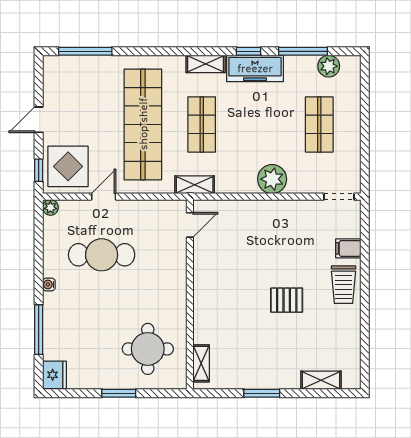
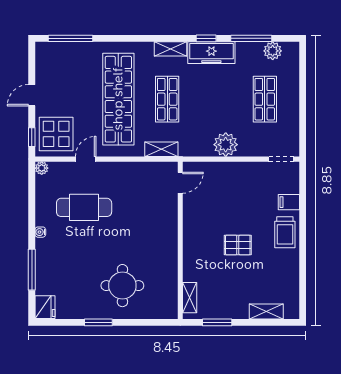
door: (190, 225) -> (180, 183), moved
wall: (190, 294) -> (180, 240), moved
shelving: (201, 363) -> (190, 298), moved

